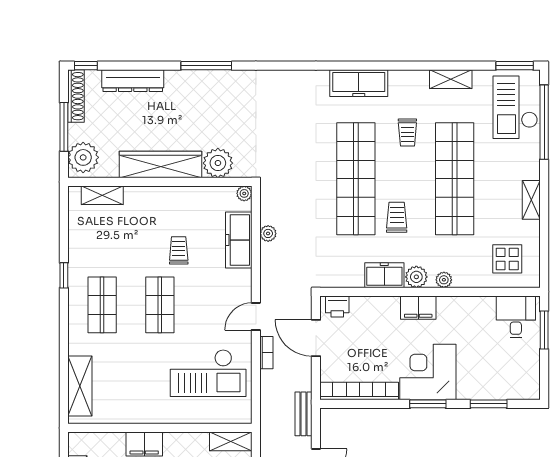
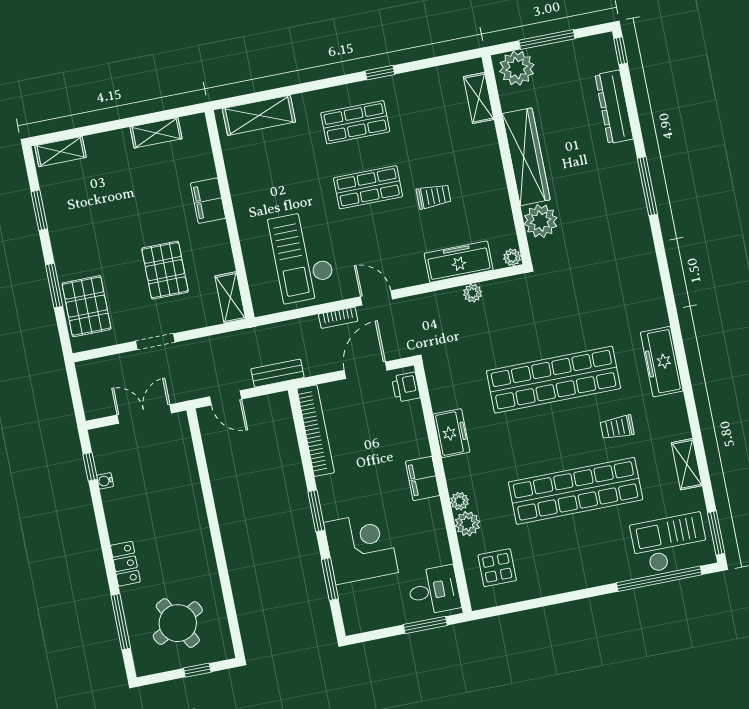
shoe rack: (76, 96) -> (584, 46), removed
shelving: (531, 200) -> (569, 582), removed
trolley: (397, 217) -> (519, 434), removed
plant: (416, 277) -> (467, 524), moved
corner desk: (428, 372) -> (361, 547), moved

